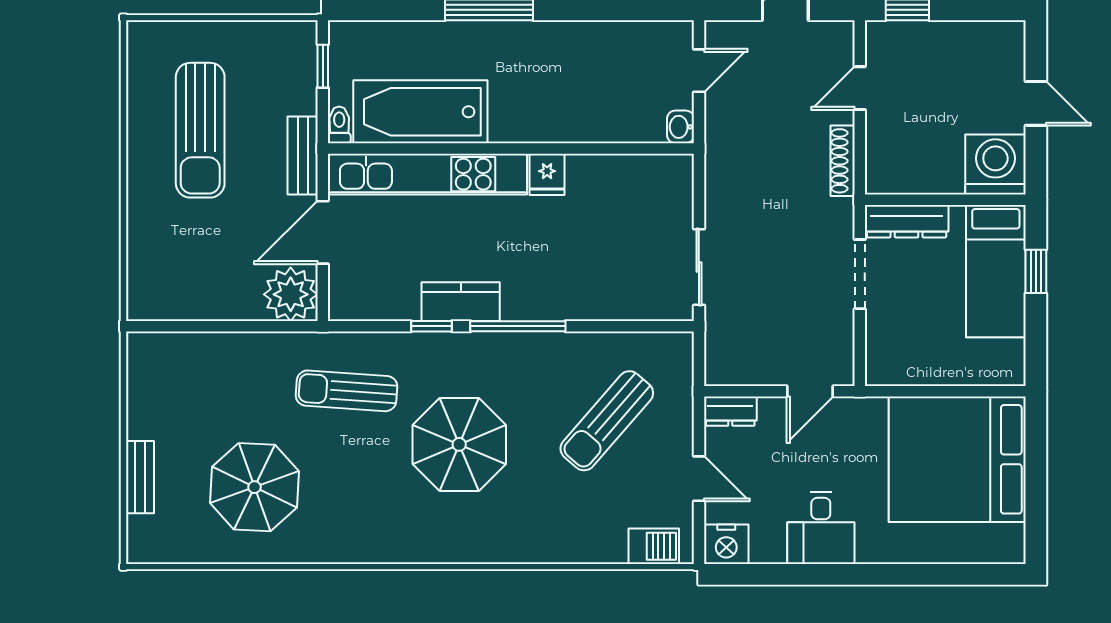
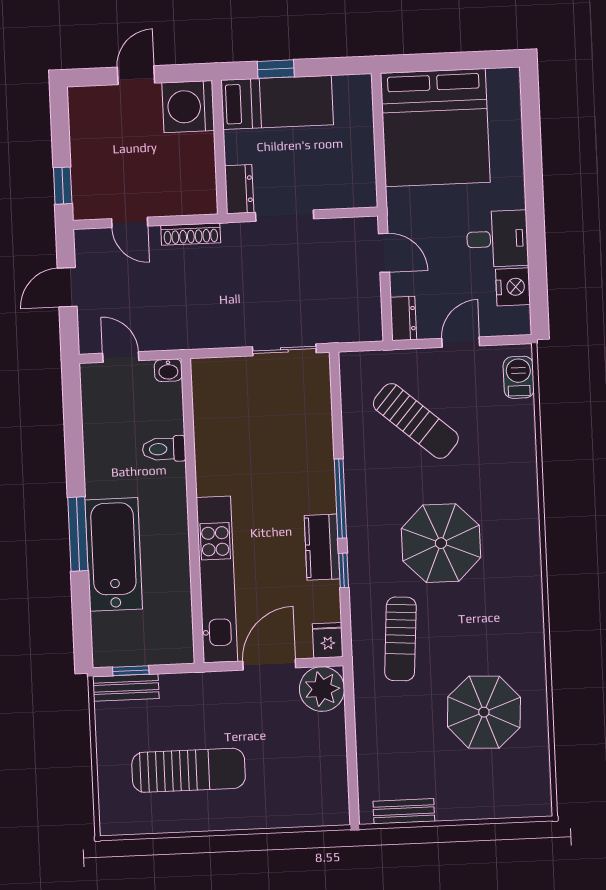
bathtub: (420, 112) -> (114, 554), moved, turned 180
toilet: (339, 125) -> (164, 449), moved, width x1.37, depth x1.39
bench: (303, 156) -> (126, 688), moved
fridge: (547, 174) -> (328, 640), moved, turned -90
dresser: (907, 221) -> (239, 189), width x0.70
door: (323, 232) -> (269, 665), swing flipped
bench: (140, 477) -> (404, 811), moved
nightstand: (726, 544) -> (513, 287), moved

